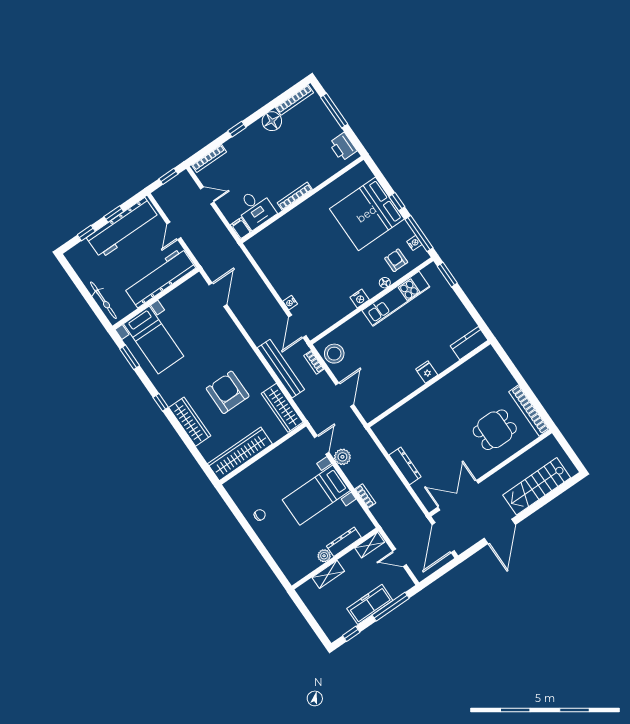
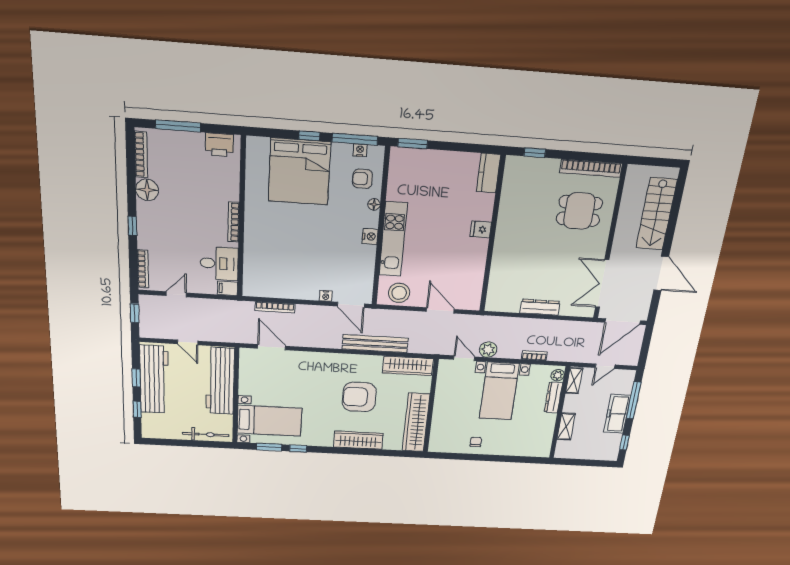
kitchen unit: (396, 299) -> (393, 239), moved
bookcase: (314, 362) -> (275, 307), moved, width x1.56
window: (508, 362) -> (535, 153), added
window: (161, 402) -> (298, 449), moved
dining table: (495, 430) -> (579, 211), turned 90
door: (443, 538) -> (623, 322), hinge flipped
plant: (324, 556) -> (558, 375), moved

